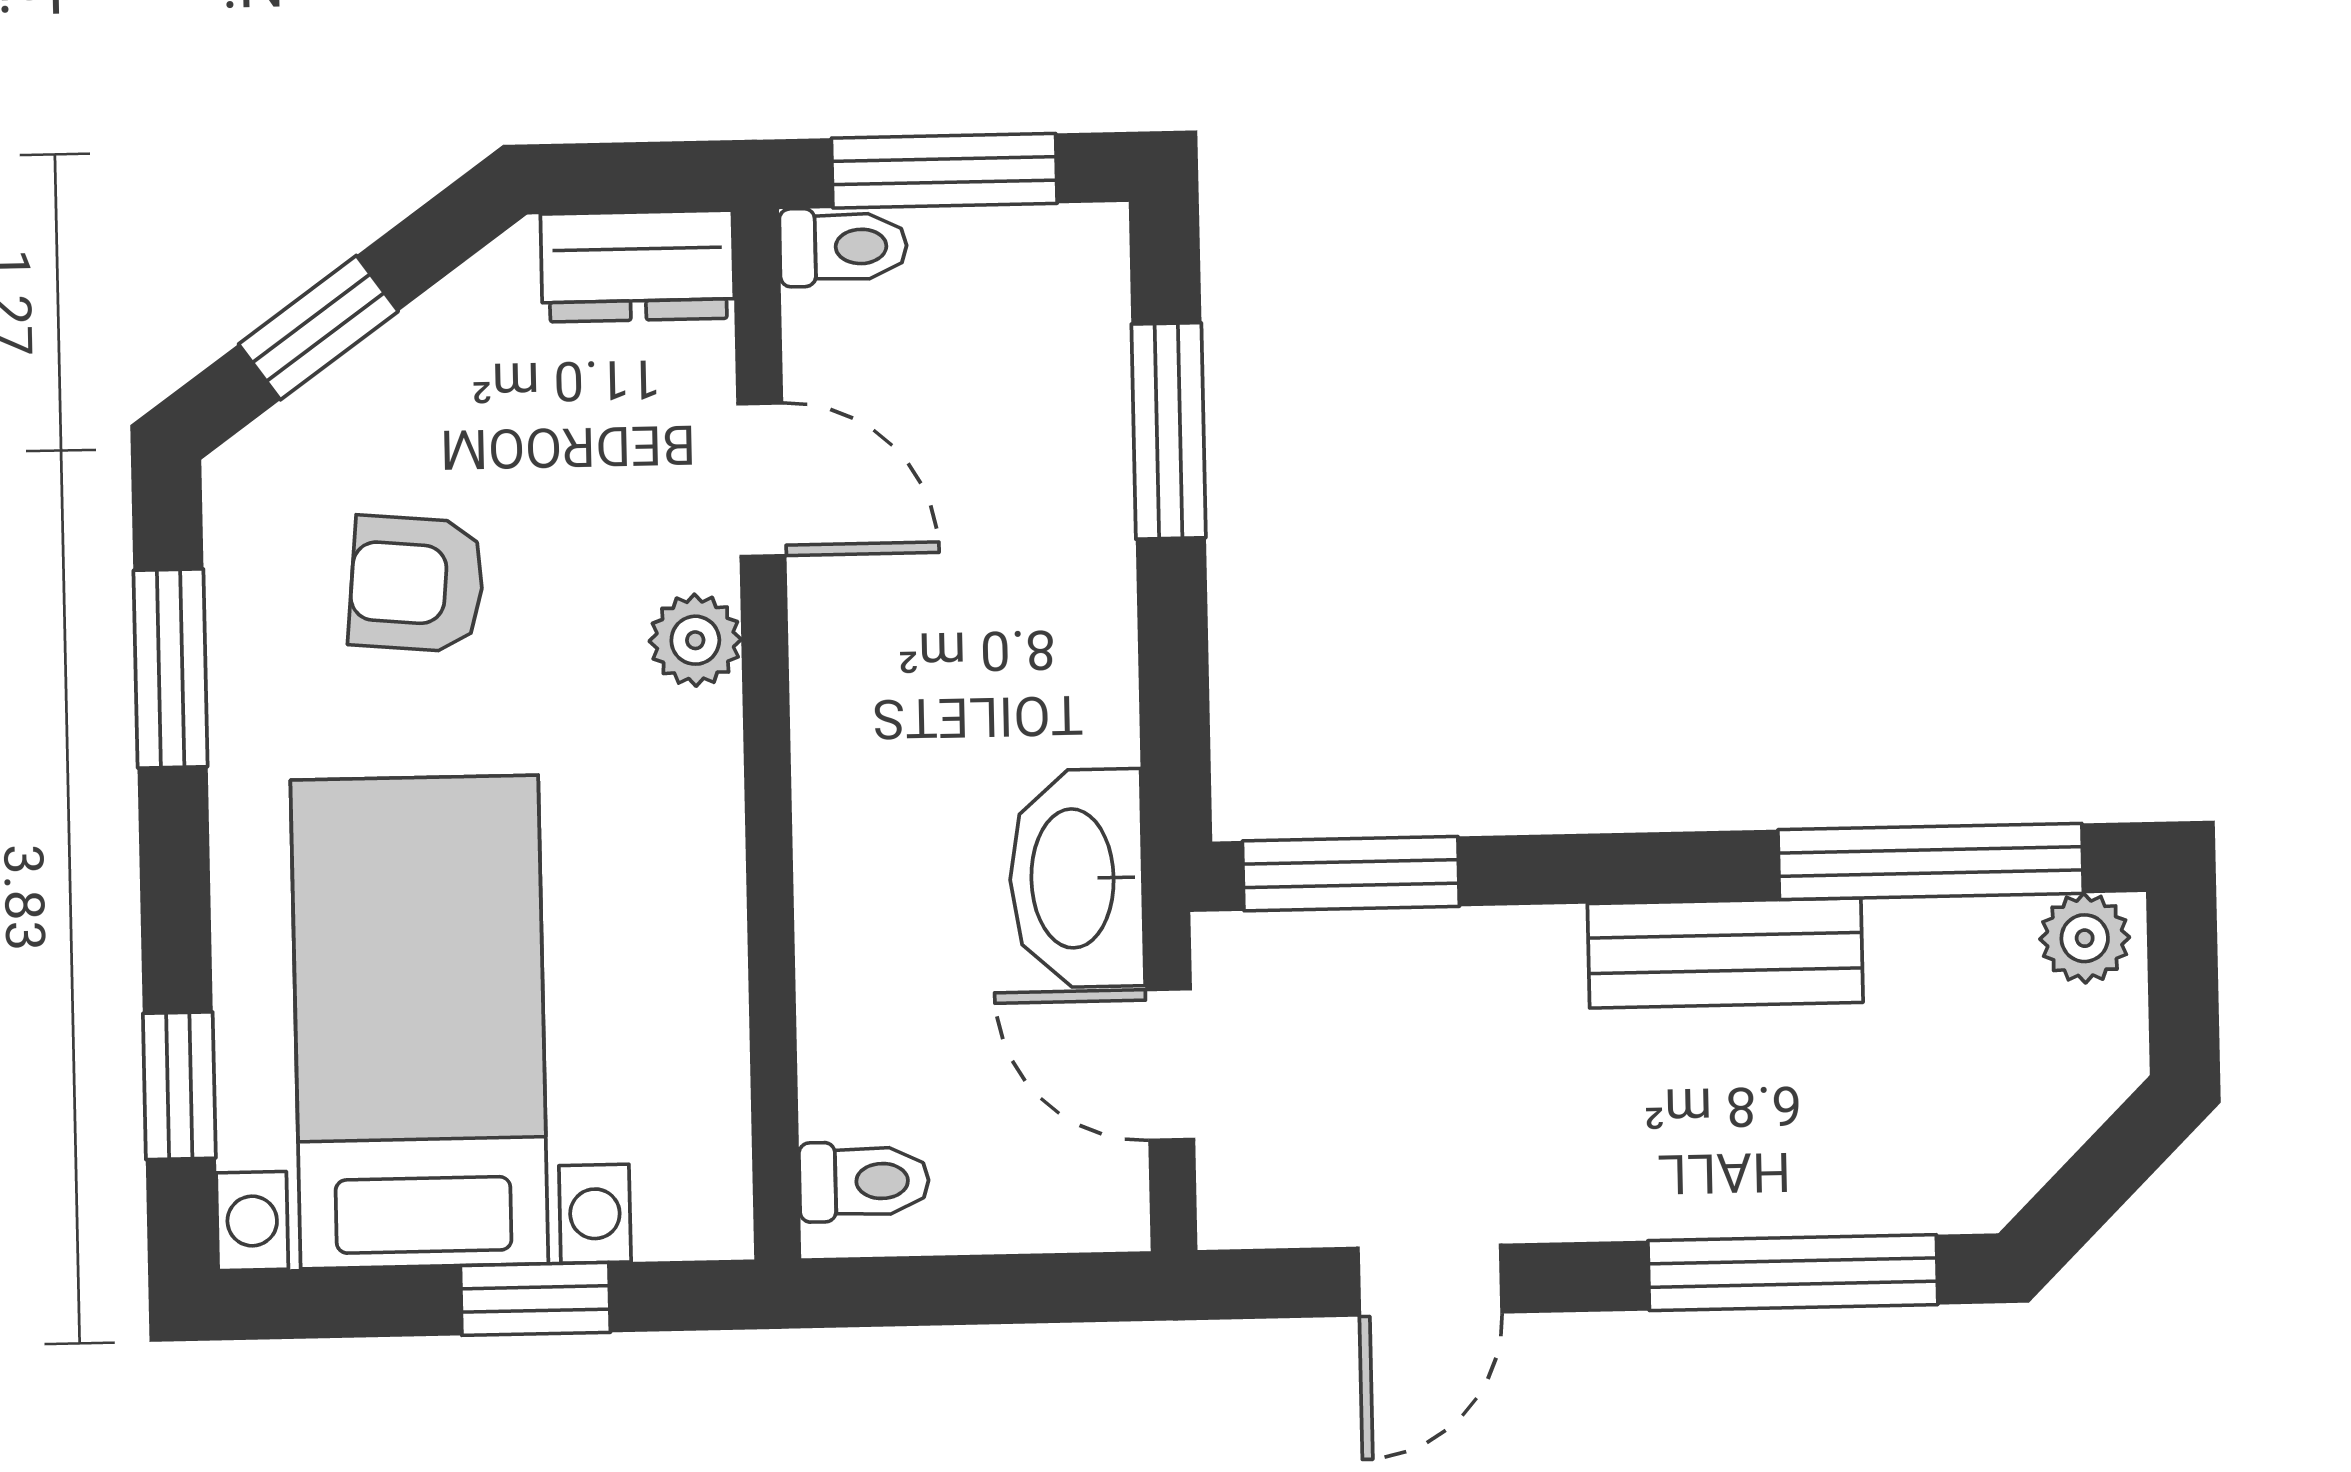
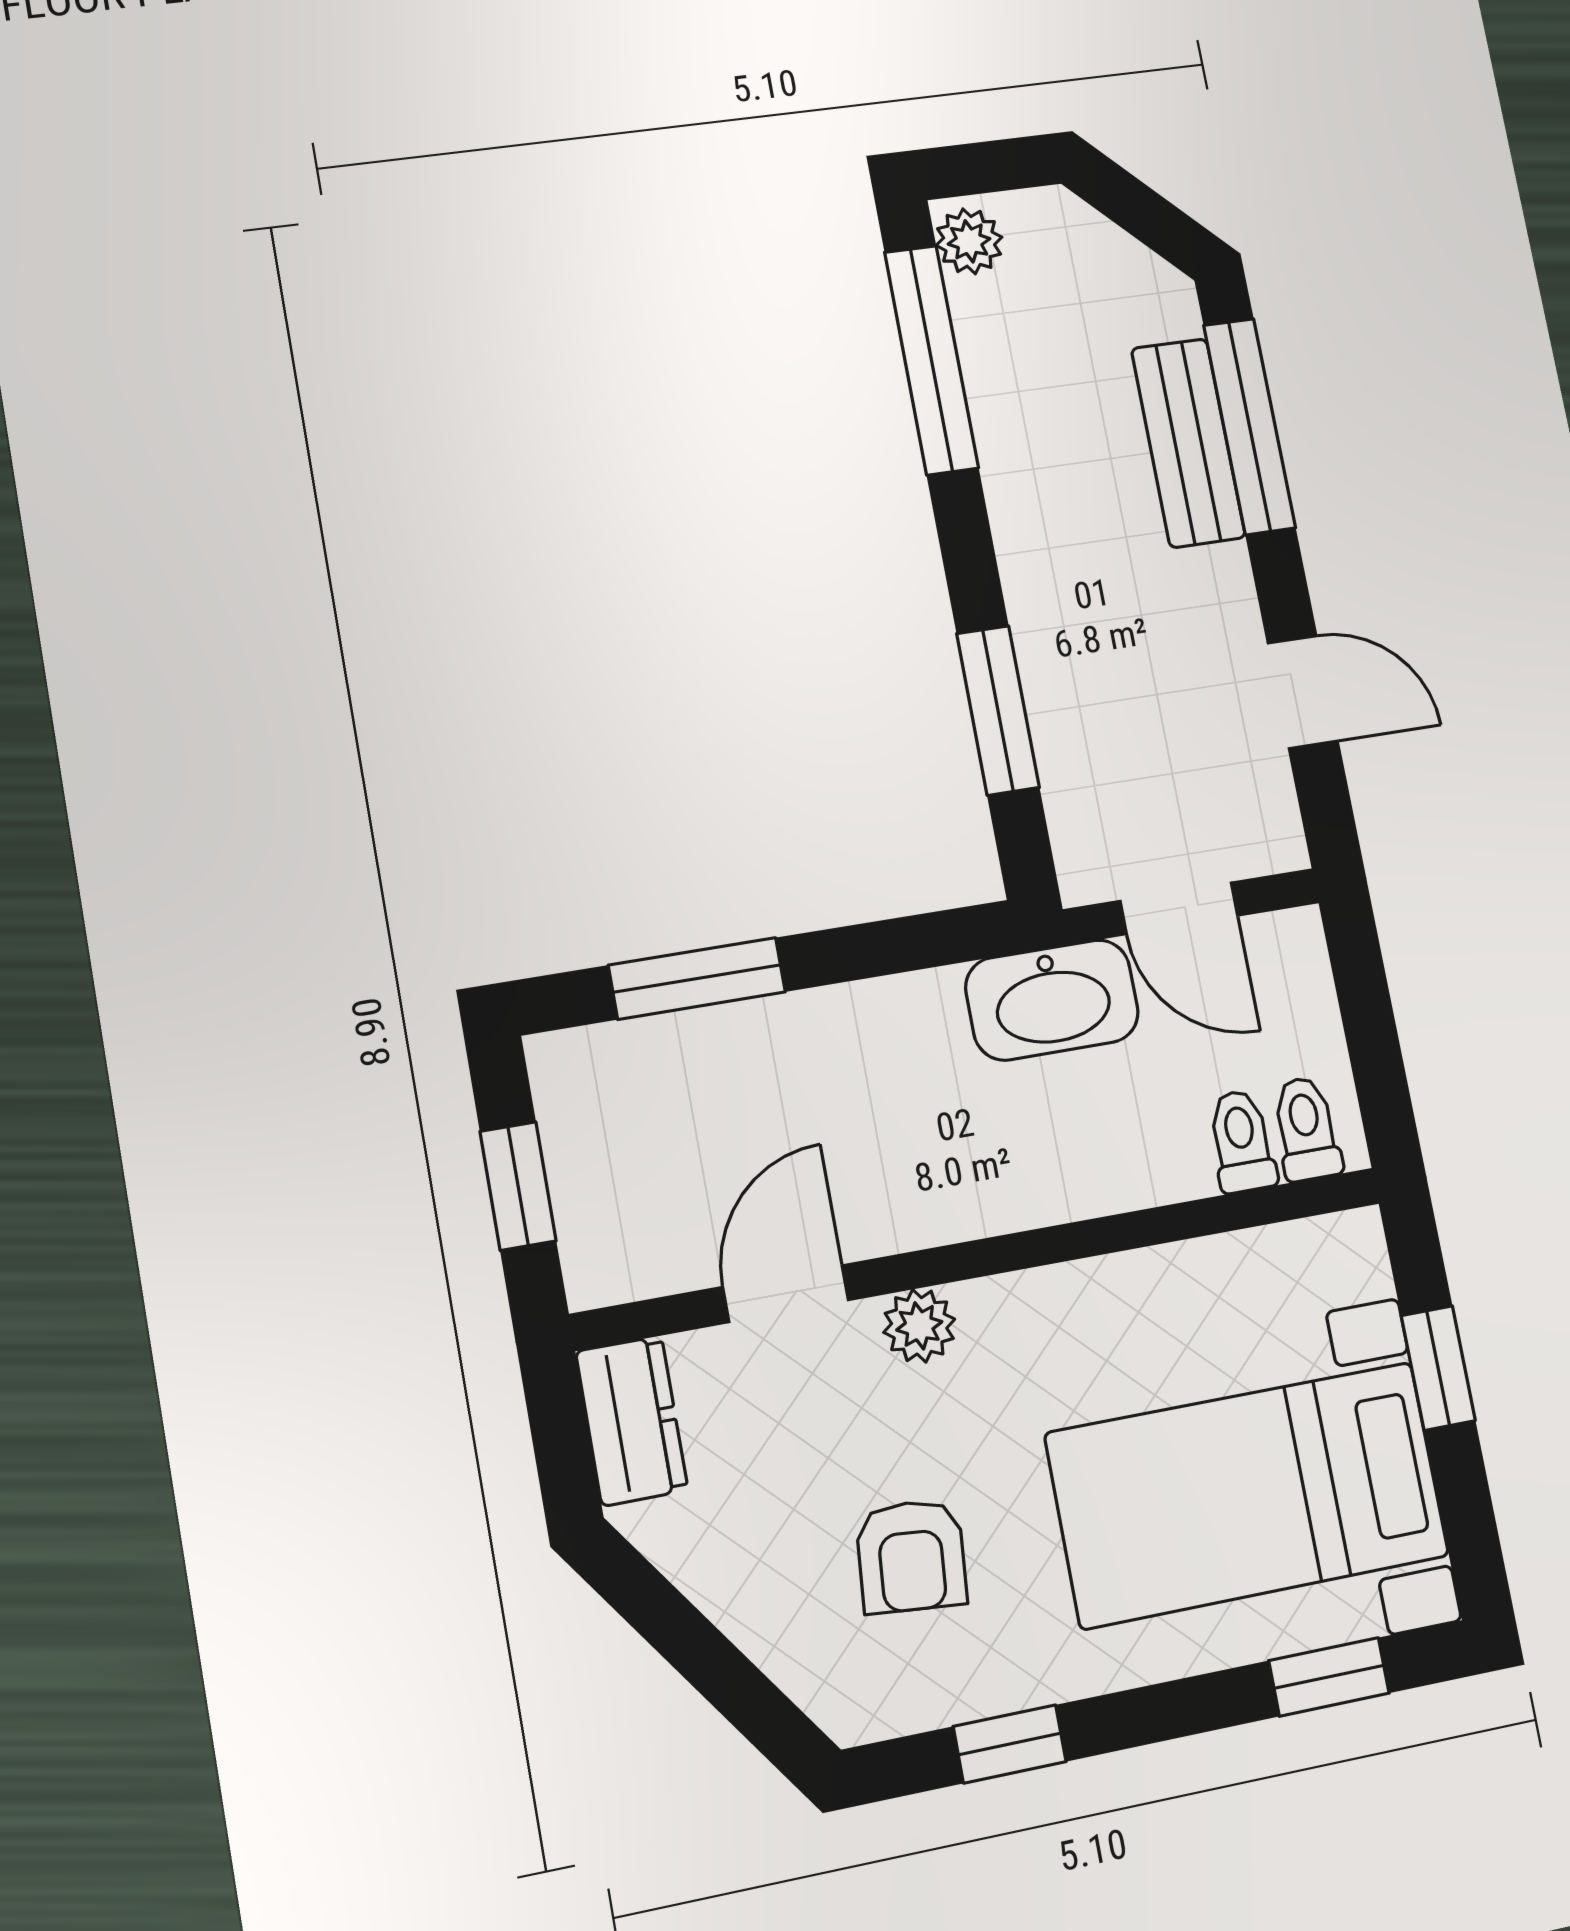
window: (944, 171) -> (518, 1186), width x0.67
toilet: (843, 247) -> (1242, 1141), moved
window: (318, 328) -> (721, 1673), removed
window: (171, 668) -> (1010, 1744), width x0.67
window: (1351, 874) -> (998, 710), moved
bench: (1725, 953) -> (1188, 443), moved
door: (1170, 1065) -> (1179, 908), hinge flipped

